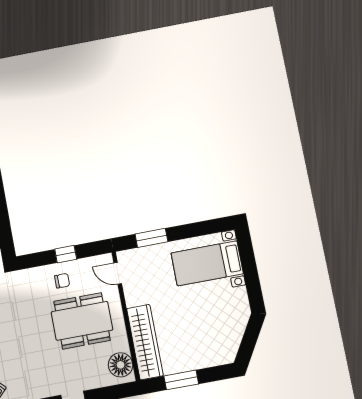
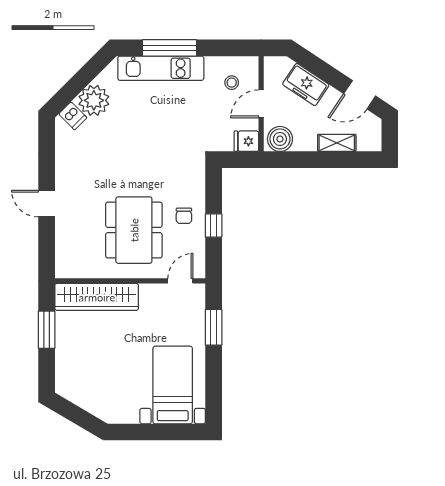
floor lamp: (121, 365) -> (76, 264), removed

